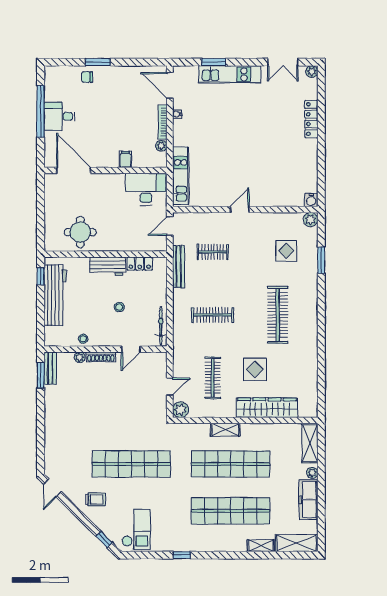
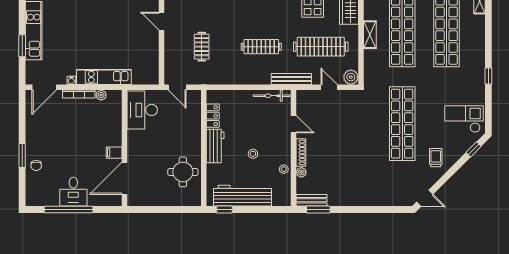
filing cabinet: (126, 159) -> (114, 153), moved
kitchen unit: (181, 176) -> (104, 77), moved
bench: (178, 267) -> (291, 79), moved
stool: (119, 307) -> (253, 154), moved
clothes rail: (213, 315) -> (261, 47), turned 90
clothes rail: (213, 378) -> (321, 47), width x1.37, depth x1.31

